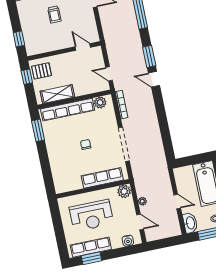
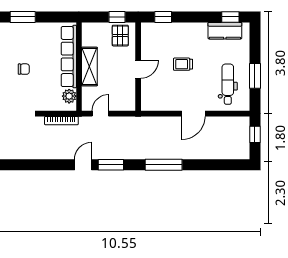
door: (83, 47) -> (138, 69), moved
shelving: (57, 94) -> (89, 67), moved
window: (38, 130) -> (23, 17), moved

